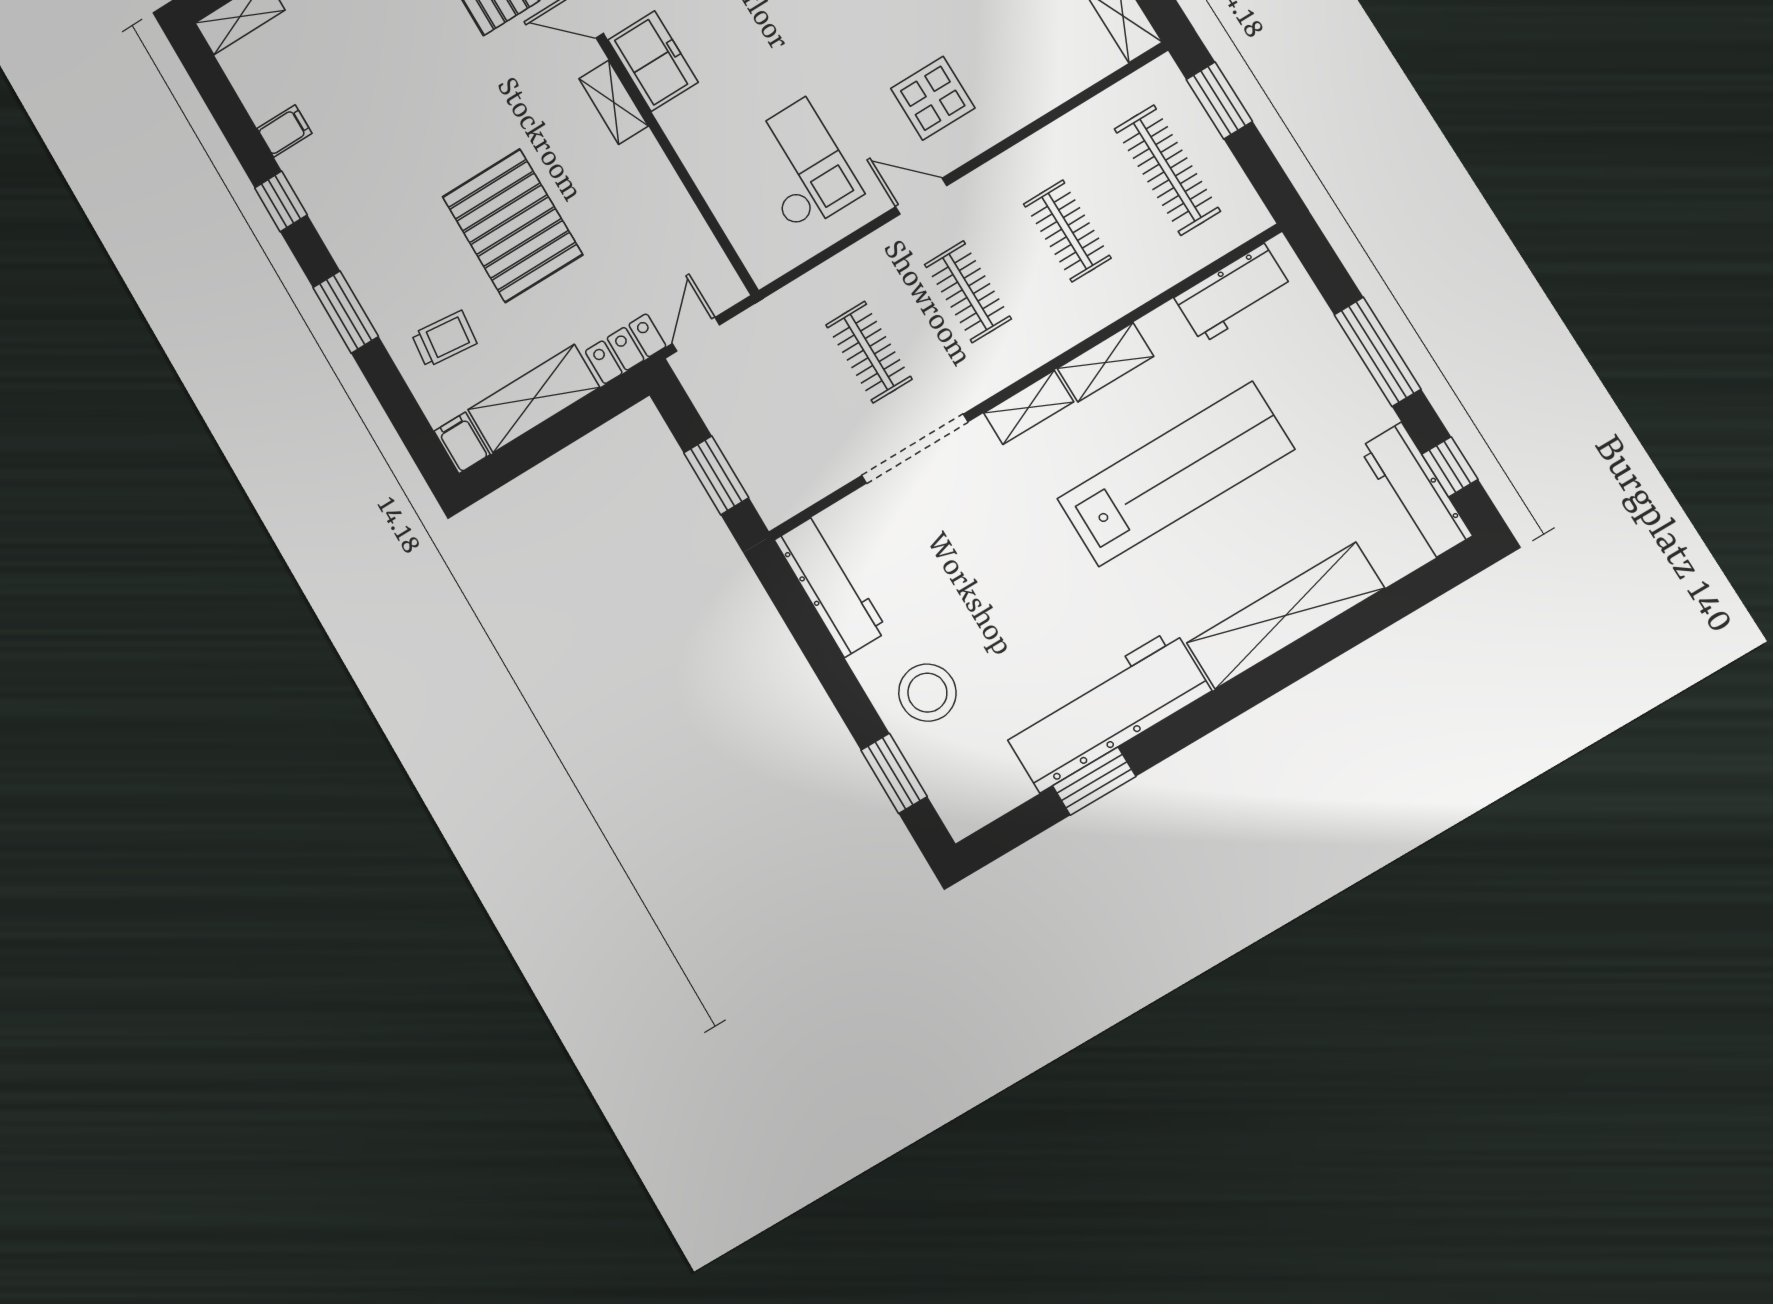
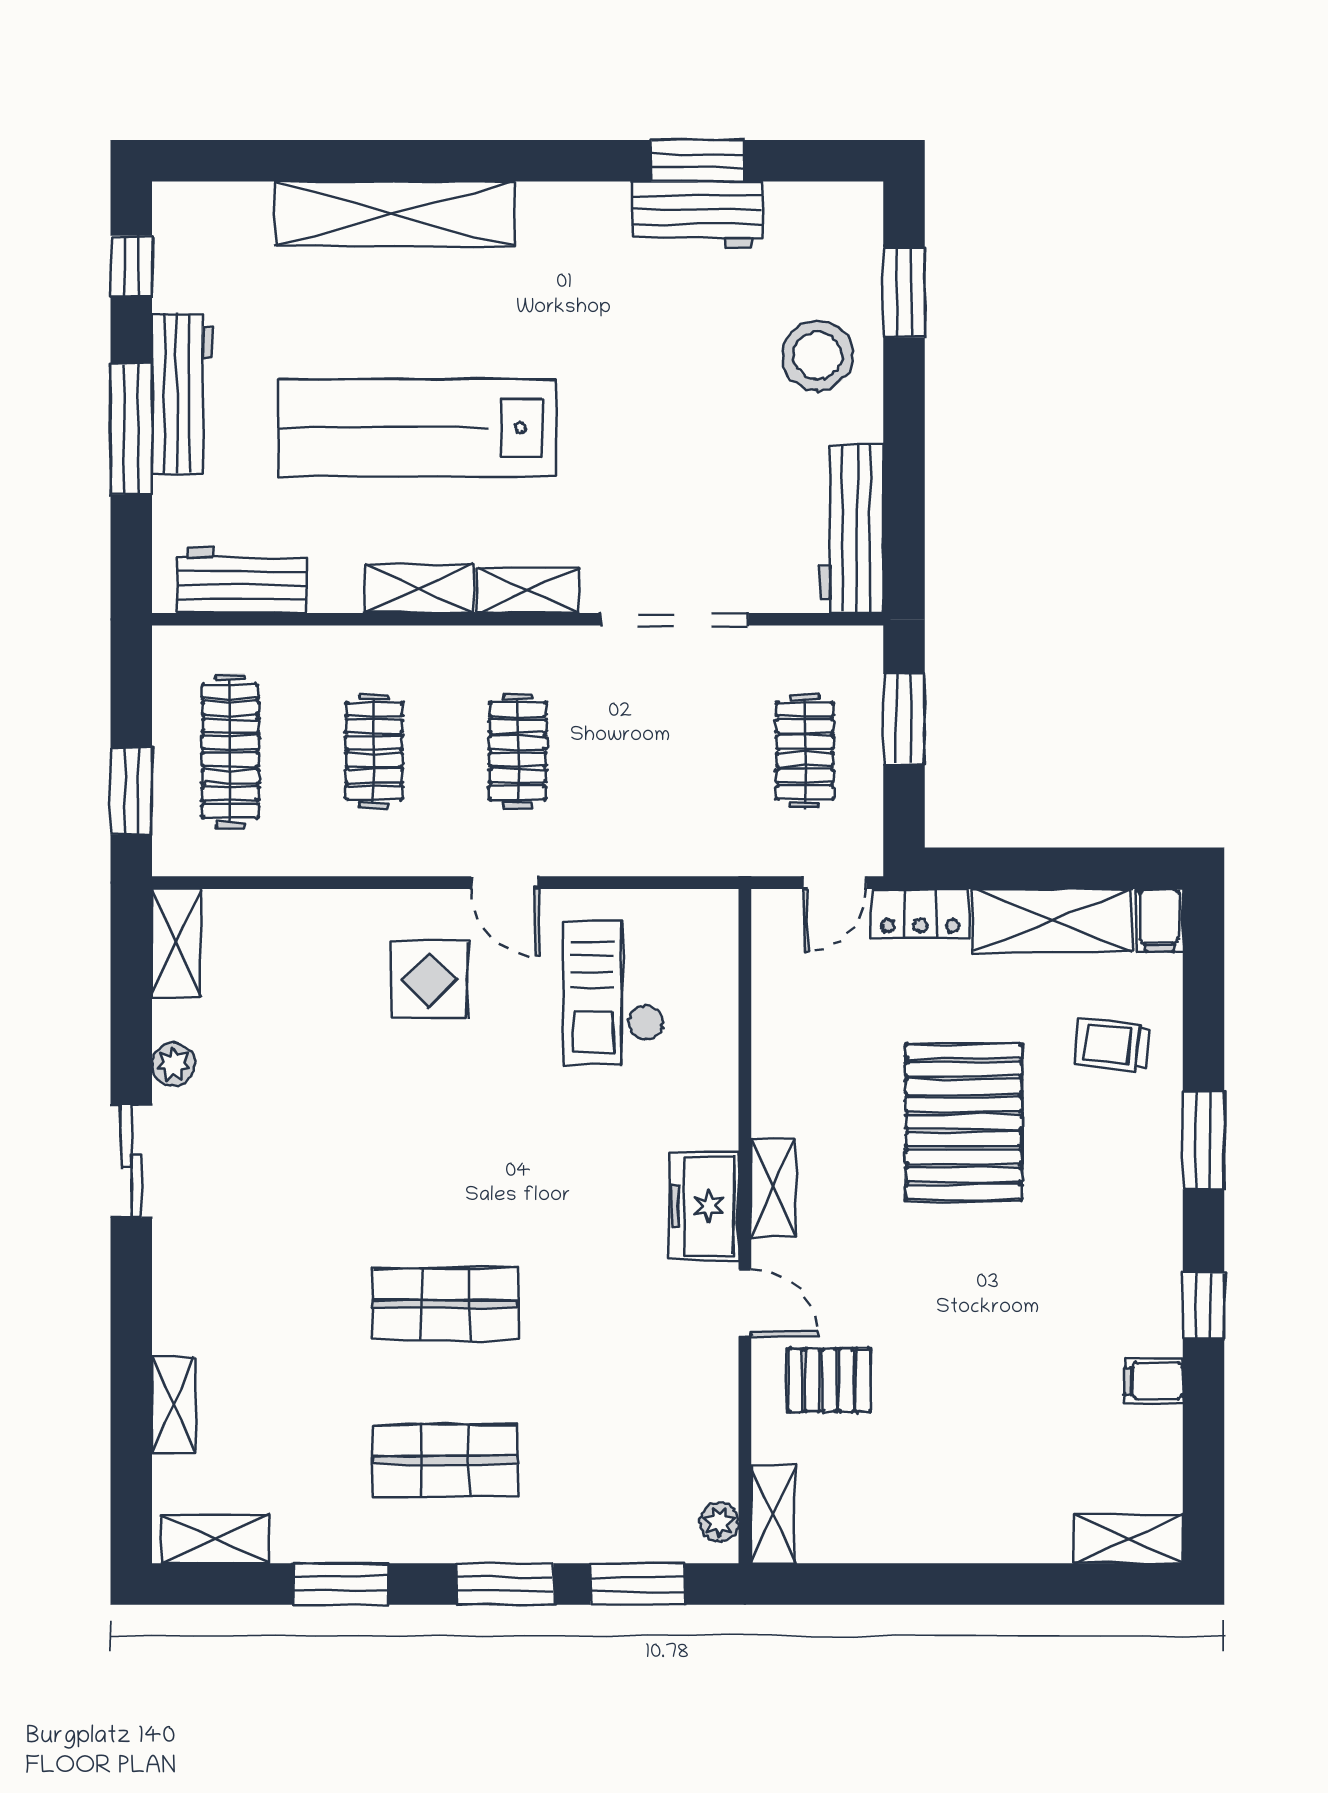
clothes rail: (869, 352) -> (805, 751), moved
workbench: (1416, 492) -> (182, 394), moved
workbench: (1107, 710) -> (697, 215), width x0.53, depth x0.76

